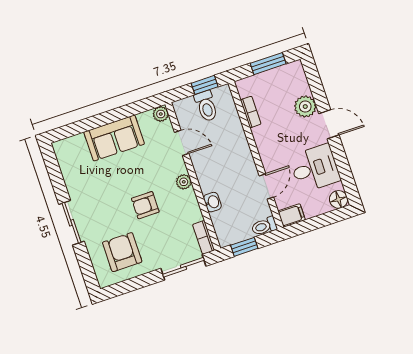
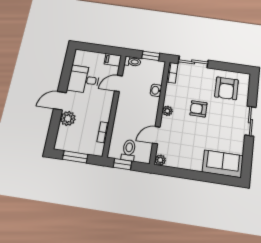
door: (329, 124) -> (60, 101), hinge flipped
sofa: (114, 138) -> (223, 164), moved
door: (182, 143) -> (156, 135), hinge flipped
floor lamp: (339, 199) -> (80, 55), removed
armchair: (145, 205) -> (198, 109), turned 180

